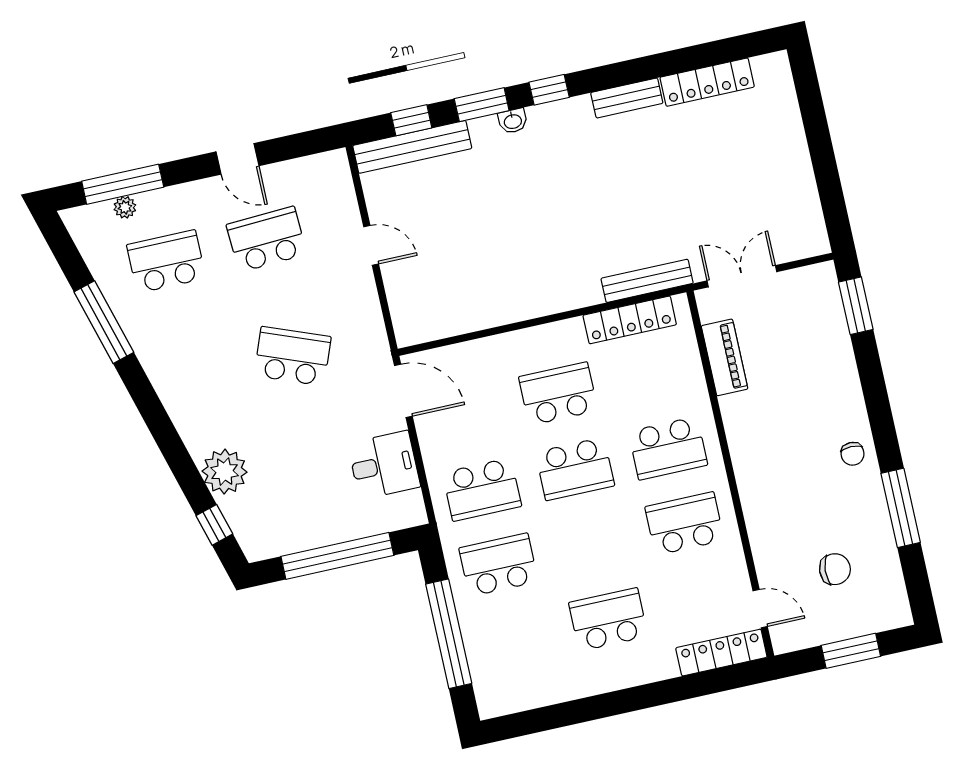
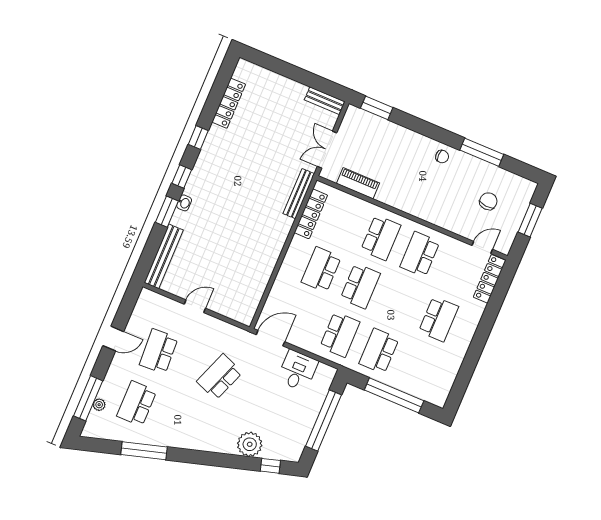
bench: (627, 98) -> (324, 101), moved, turned 90
window: (411, 120) -> (198, 138), moved
school desk: (608, 619) -> (439, 319), turned 180

